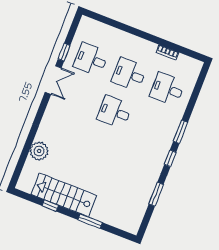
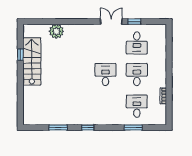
desk: (91, 59) -> (137, 43), turned 180
double door: (53, 80) -> (111, 22), swing flipped
window: (181, 132) -> (133, 128), moved
window: (90, 221) -> (20, 88), removed

